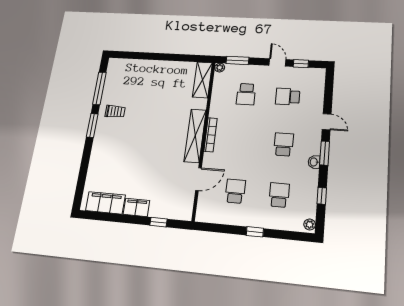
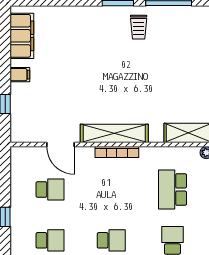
school desk: (246, 94) -> (172, 190), width x1.85
filing cabinet: (136, 207) -> (20, 75), width x0.50

